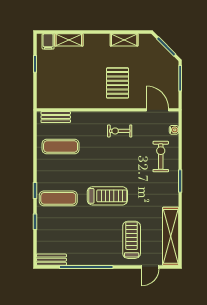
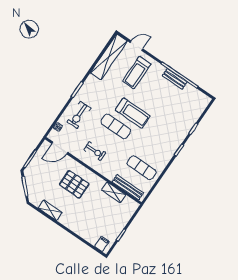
shelving: (69, 40) -> (114, 192), moved
pallet: (118, 83) -> (74, 184), turned 90
door: (157, 110) -> (60, 148), hinge flipped
bench: (56, 117) -> (128, 187), width x1.36
treadmill: (107, 196) -> (133, 113), turned 180
exercise mat: (58, 198) -> (116, 126), moved
bench: (51, 260) -> (175, 79), moved

